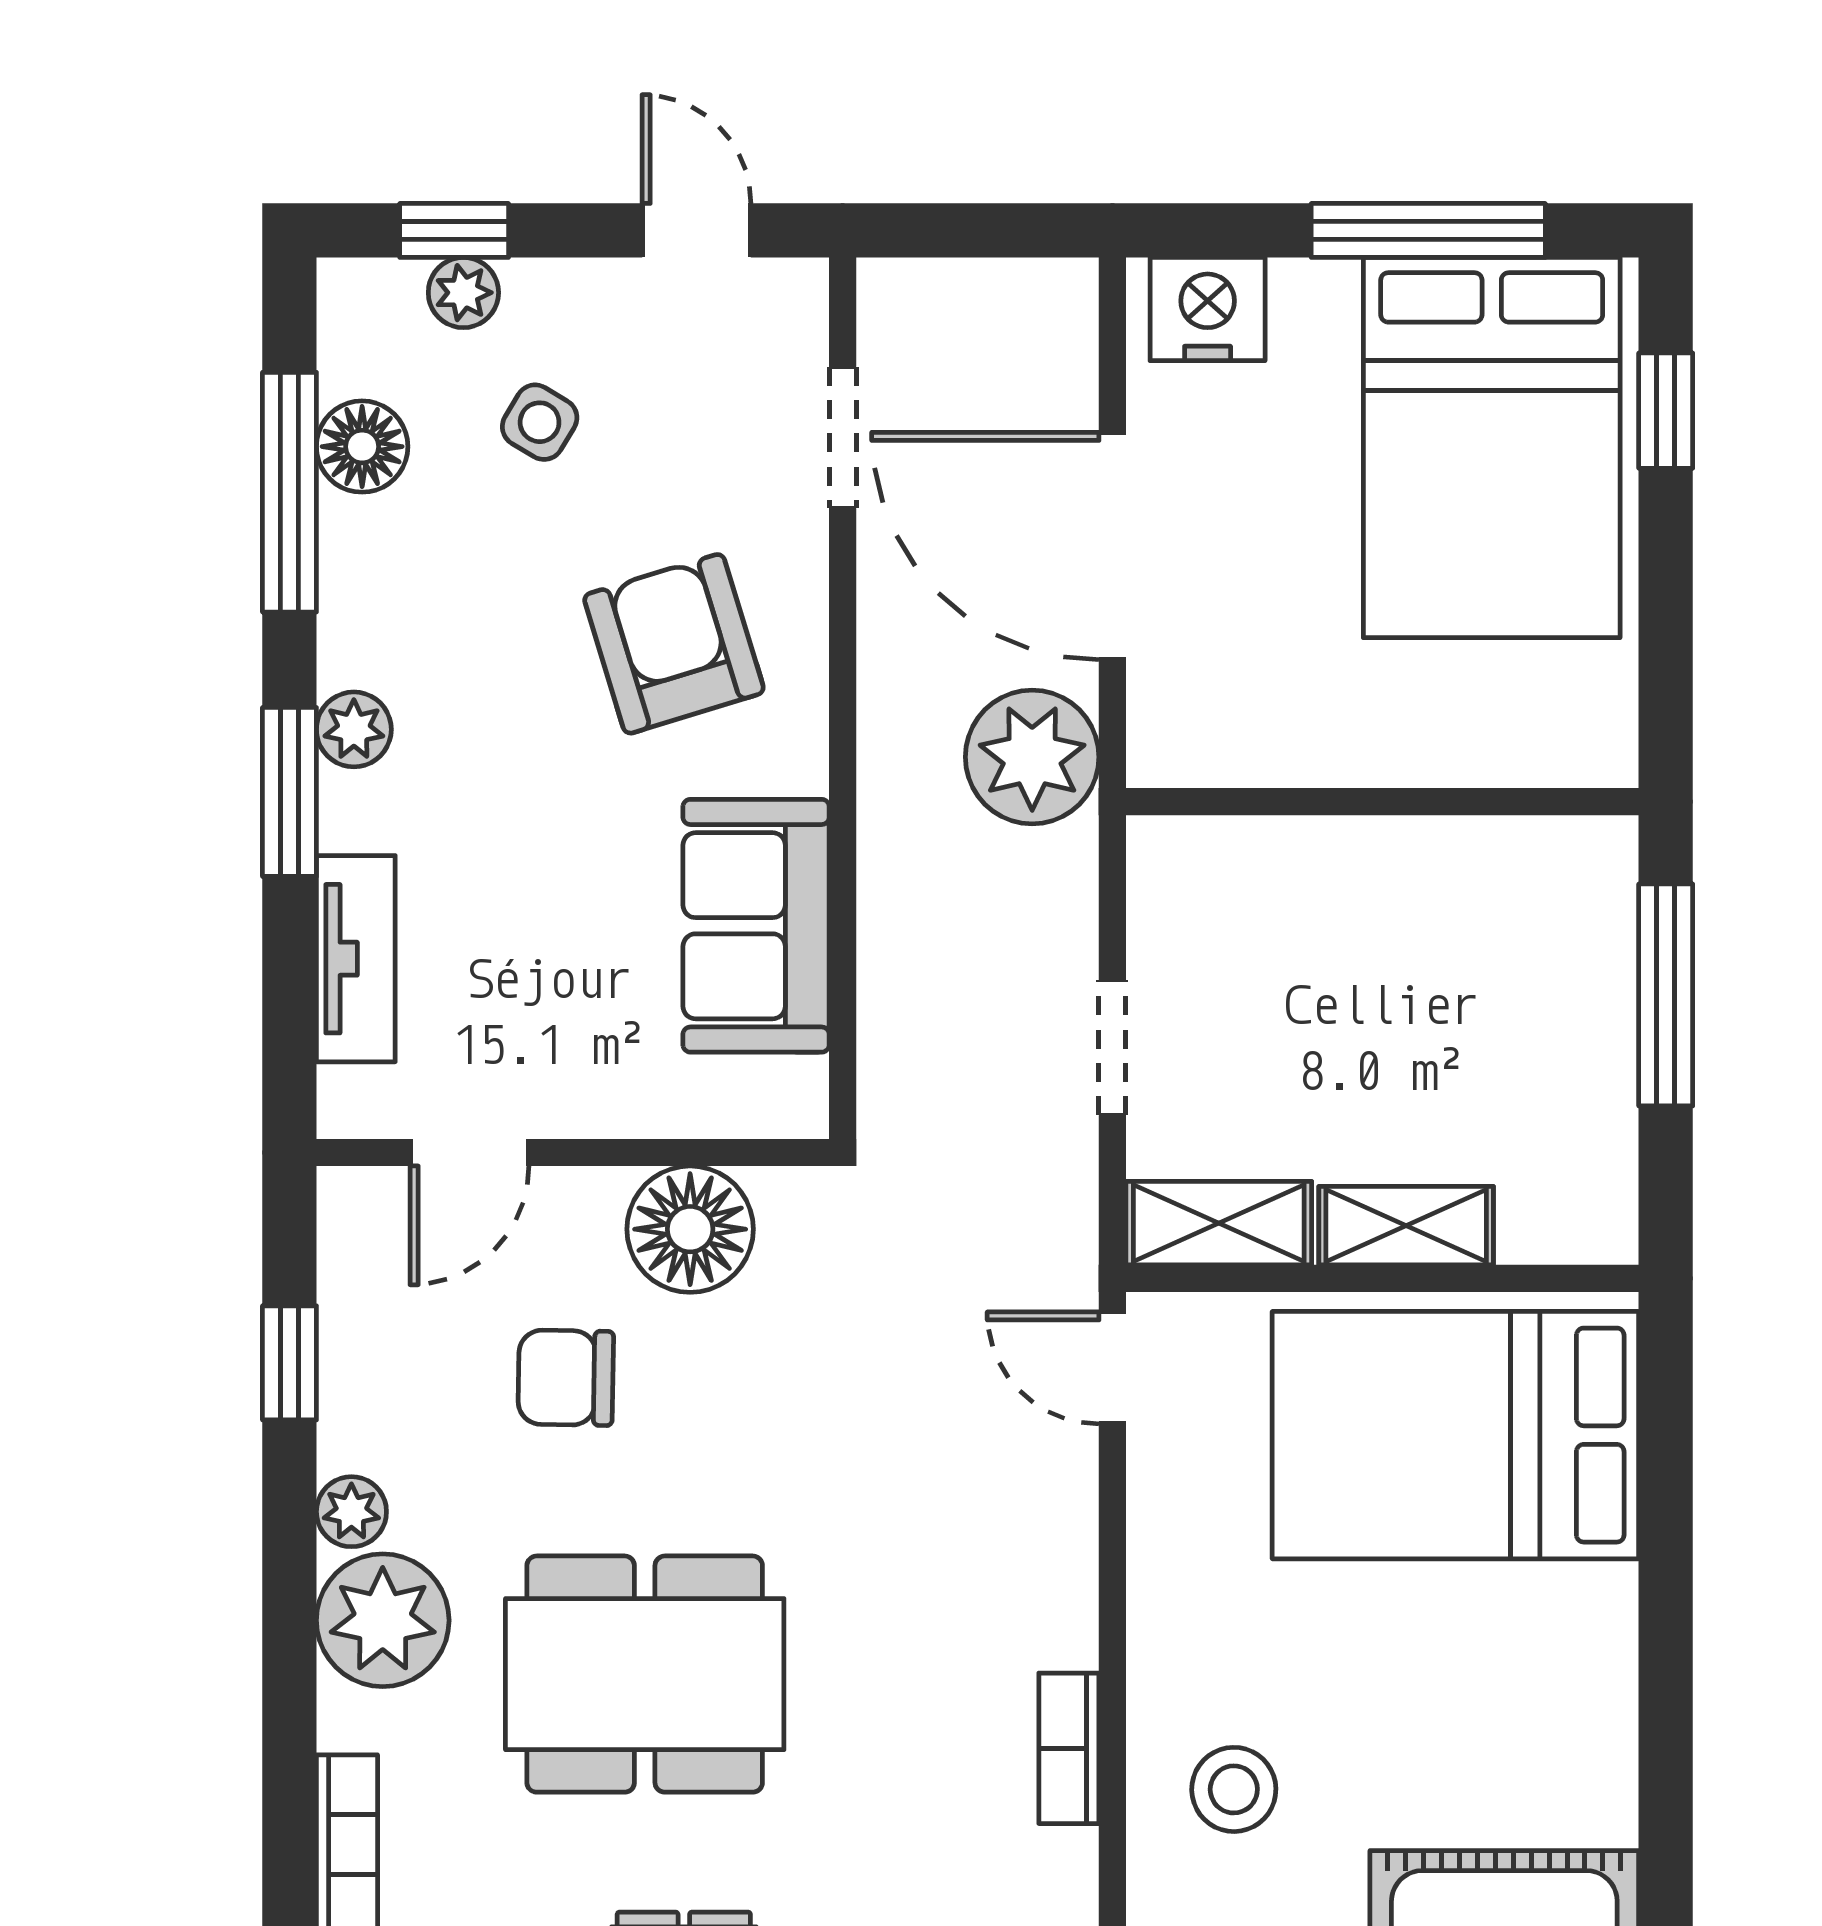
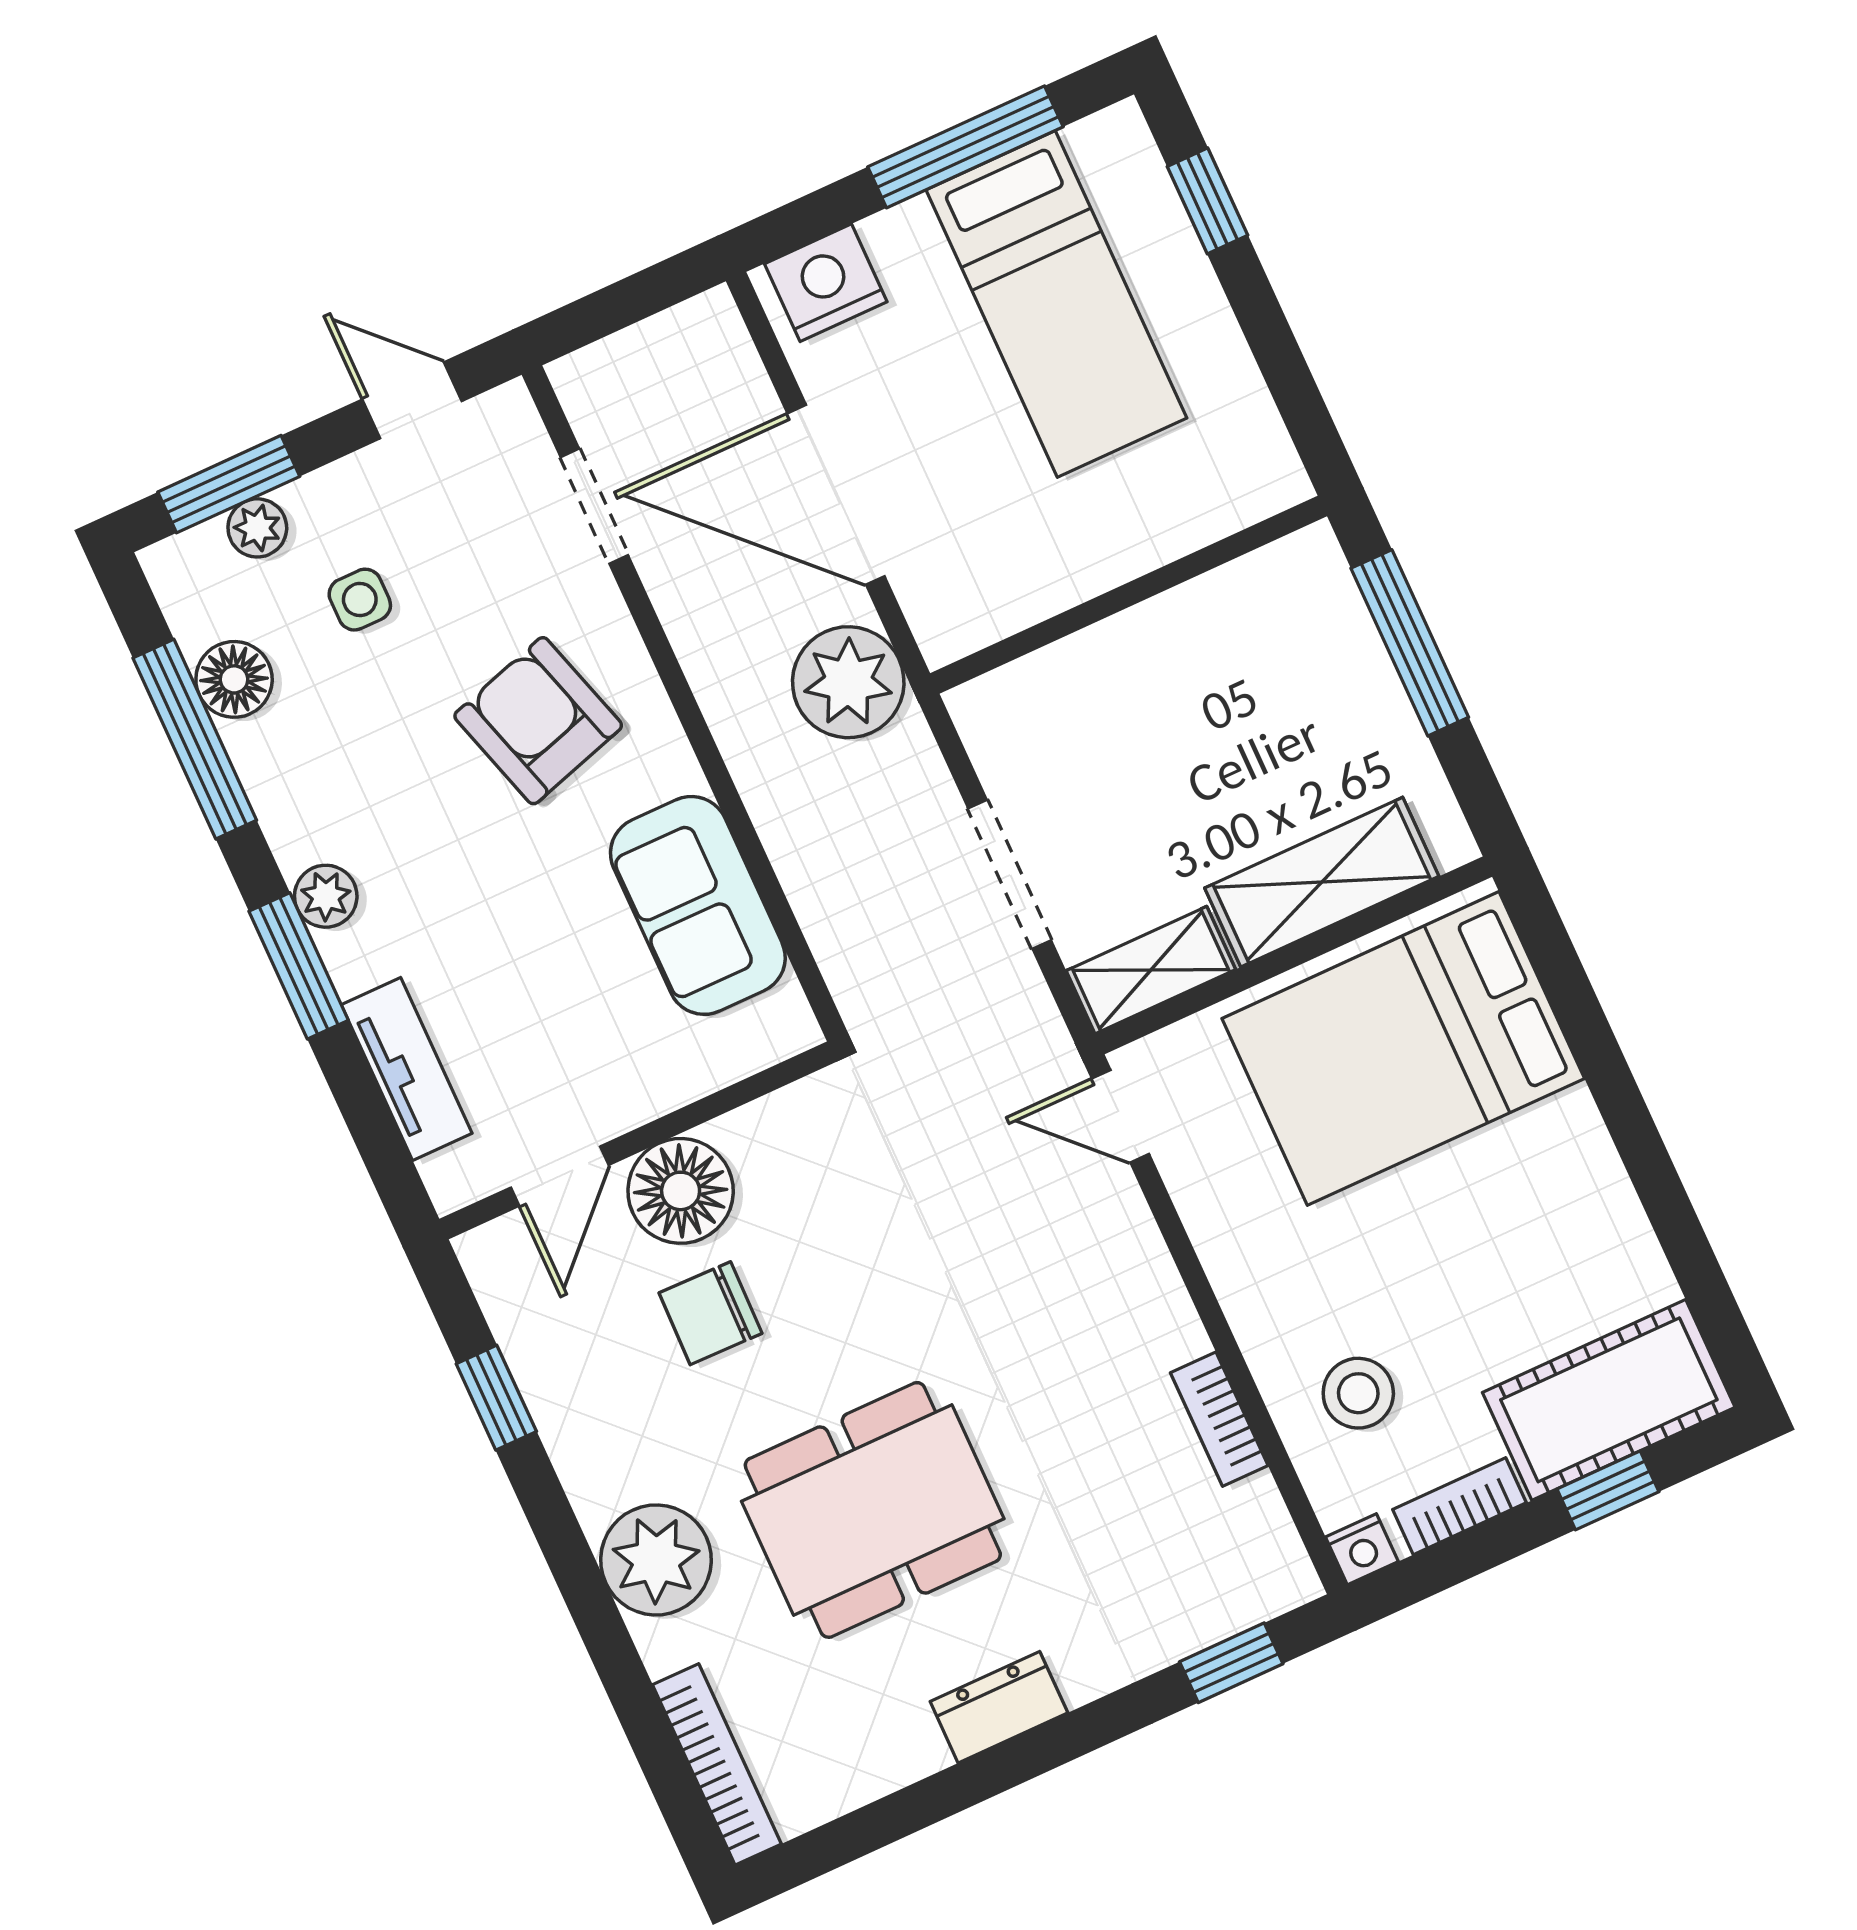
window: (454, 230) -> (229, 484), width x1.50
side table: (540, 422) -> (360, 600), turned -31
bed: (1492, 448) -> (1056, 304), width x0.67
doorway: (1112, 1048) -> (1010, 874), width x1.38
shelving: (1406, 1226) -> (1322, 882), width x1.50, depth x1.33
floor lamp: (690, 1229) -> (681, 1191), moved
plant: (351, 1512) -> (595, 1489), removed

